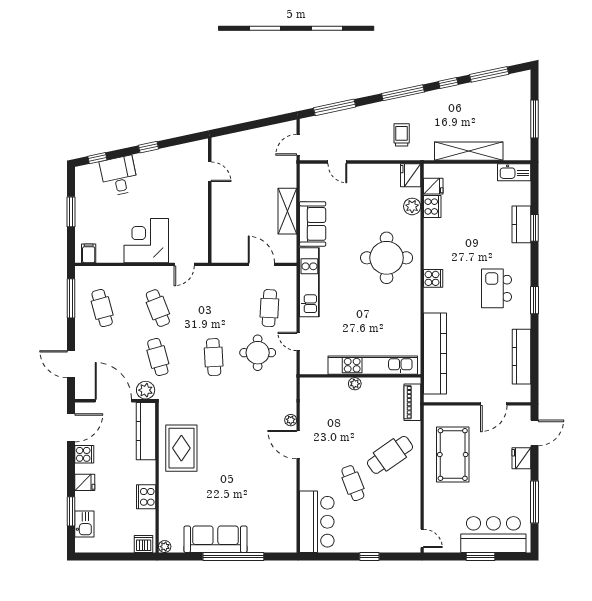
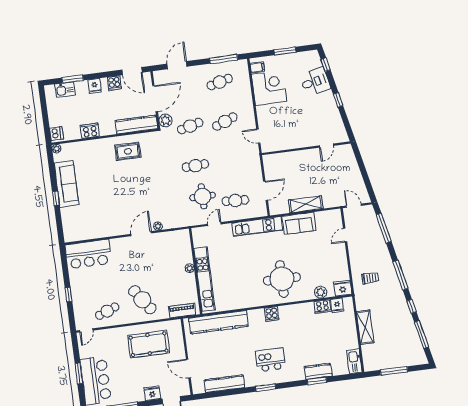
shelving: (469, 151) -> (365, 327), width x0.68
corner desk: (146, 241) -> (269, 88), moved
rug: (181, 448) -> (128, 151), width x0.73, depth x0.70
cafe table: (353, 483) -> (107, 311), moved
window: (233, 556) -> (56, 198), width x0.32

